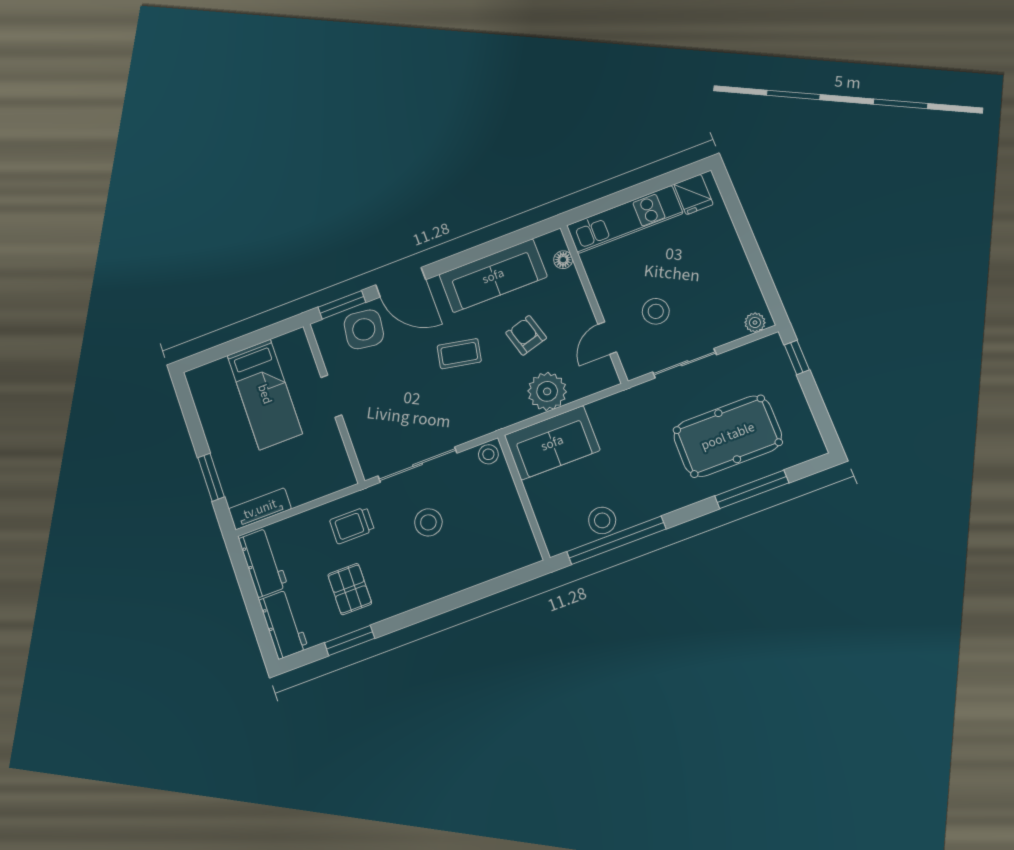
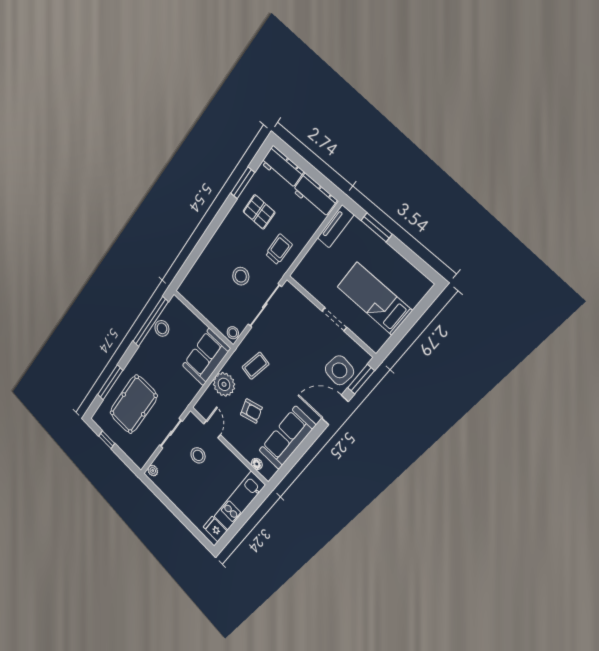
coffee table: (459, 354) -> (255, 366), moved
window: (797, 357) -> (107, 440), moved

